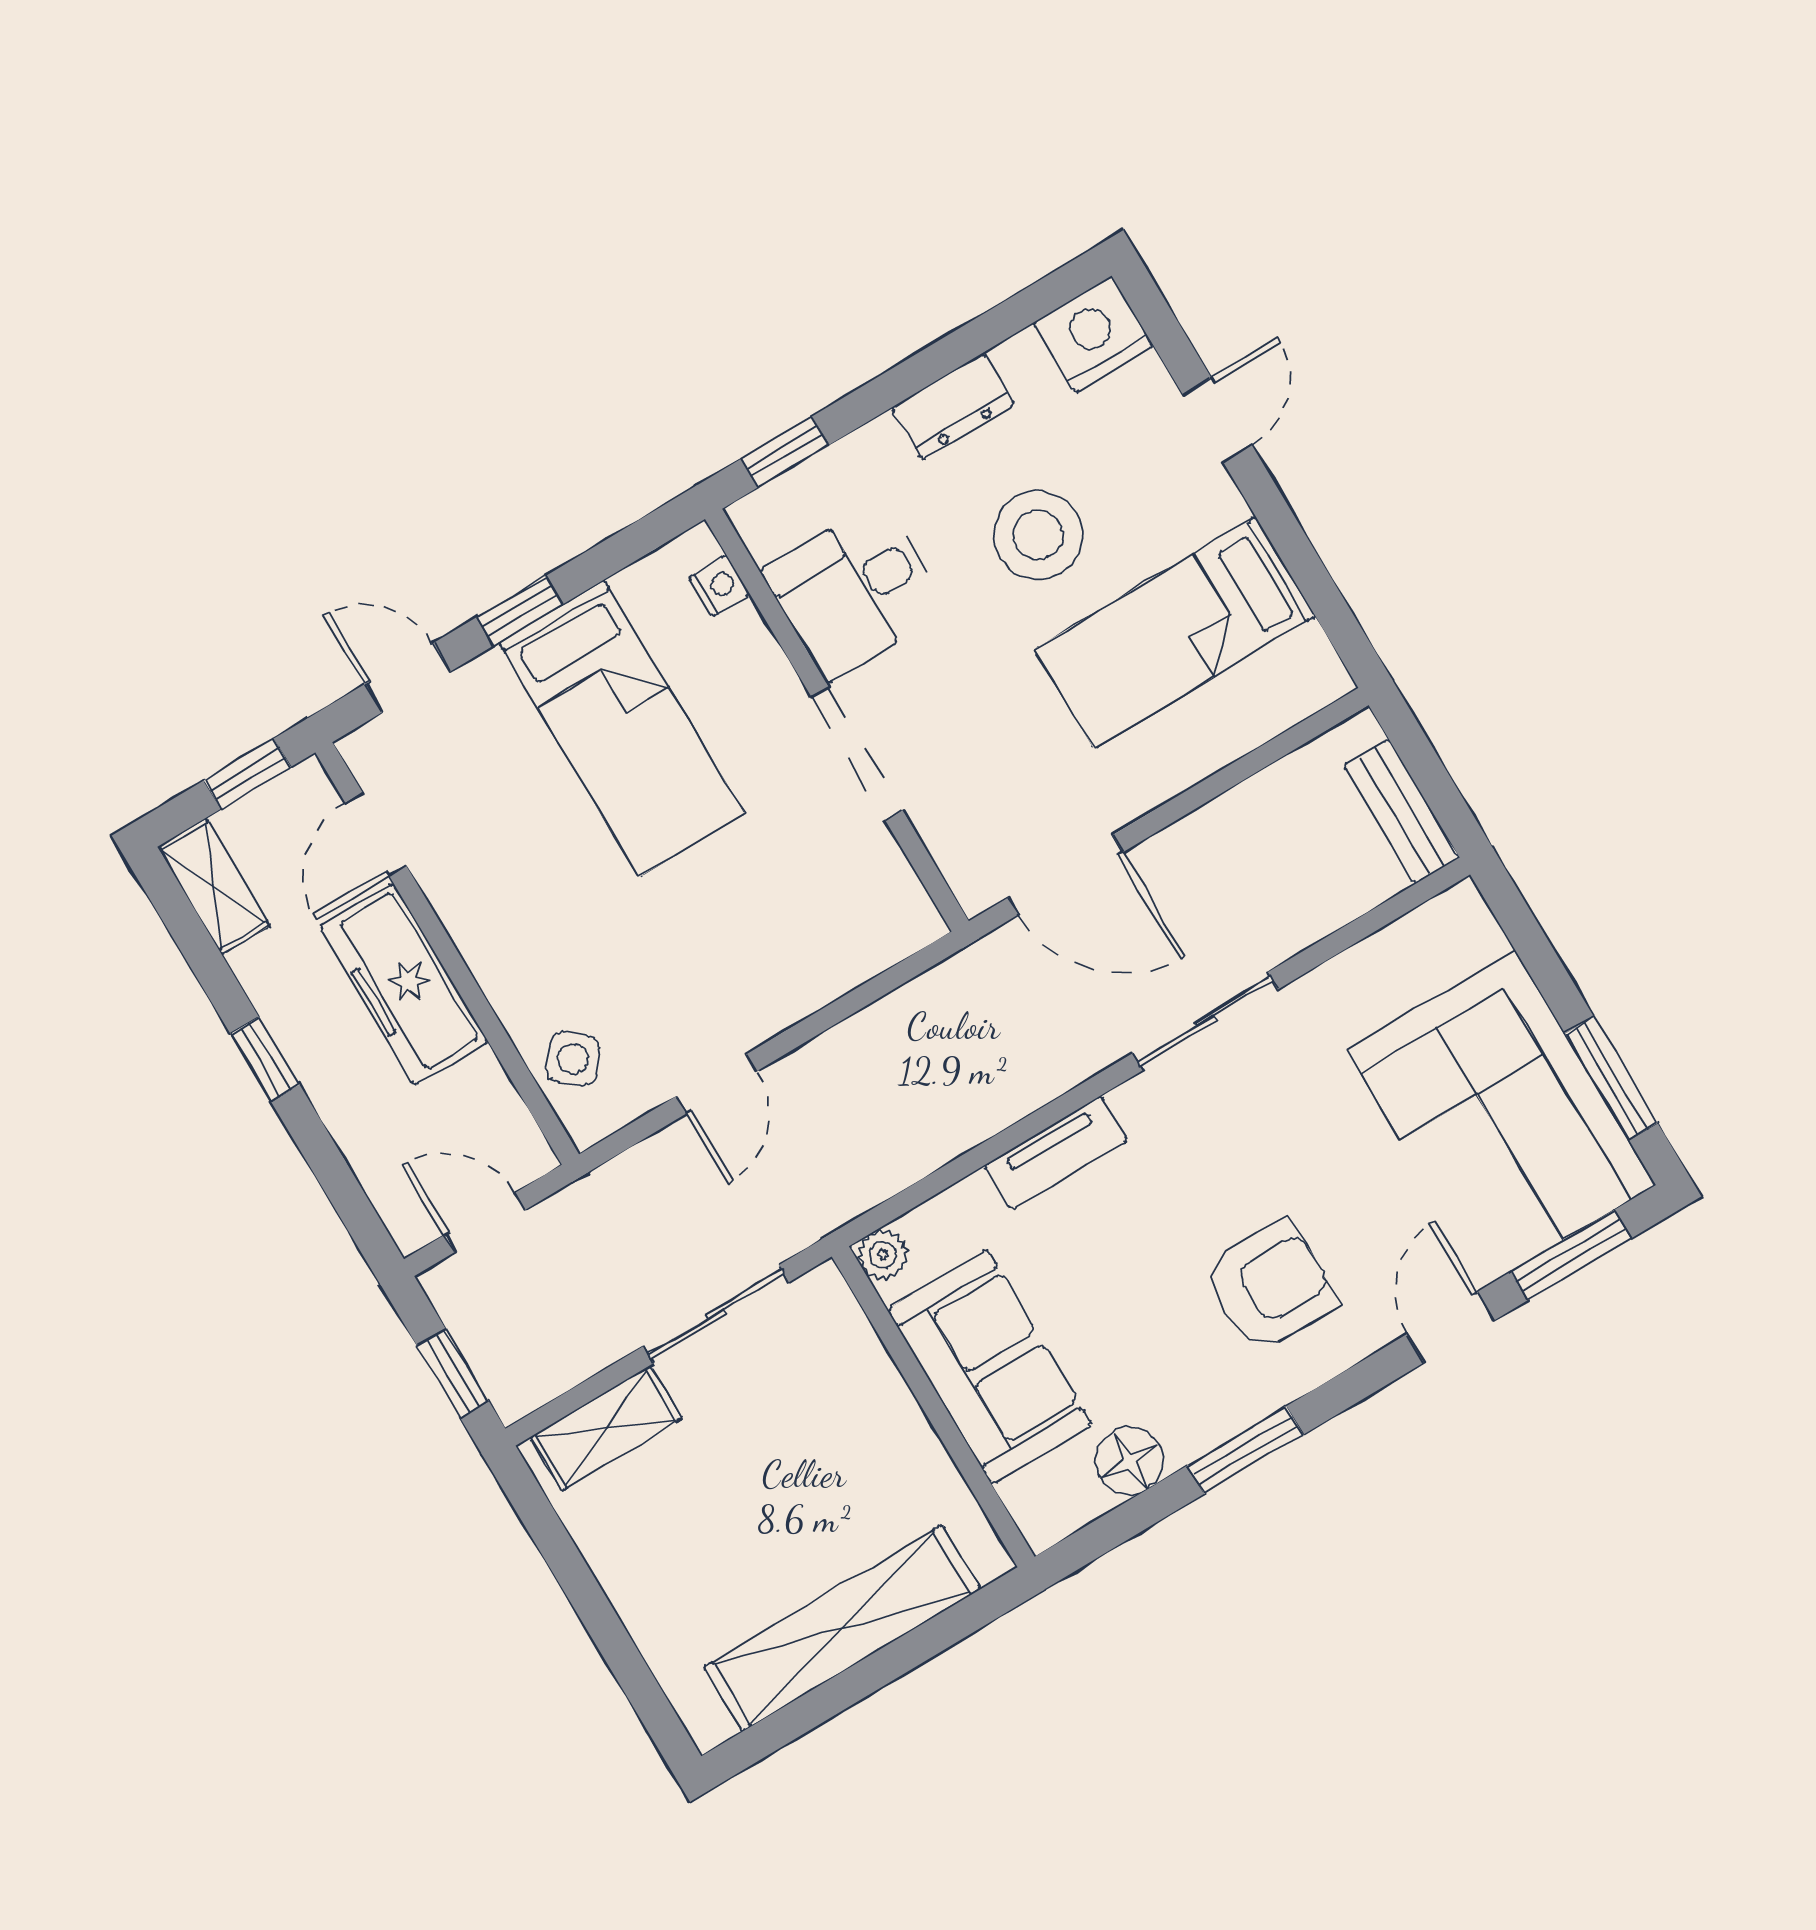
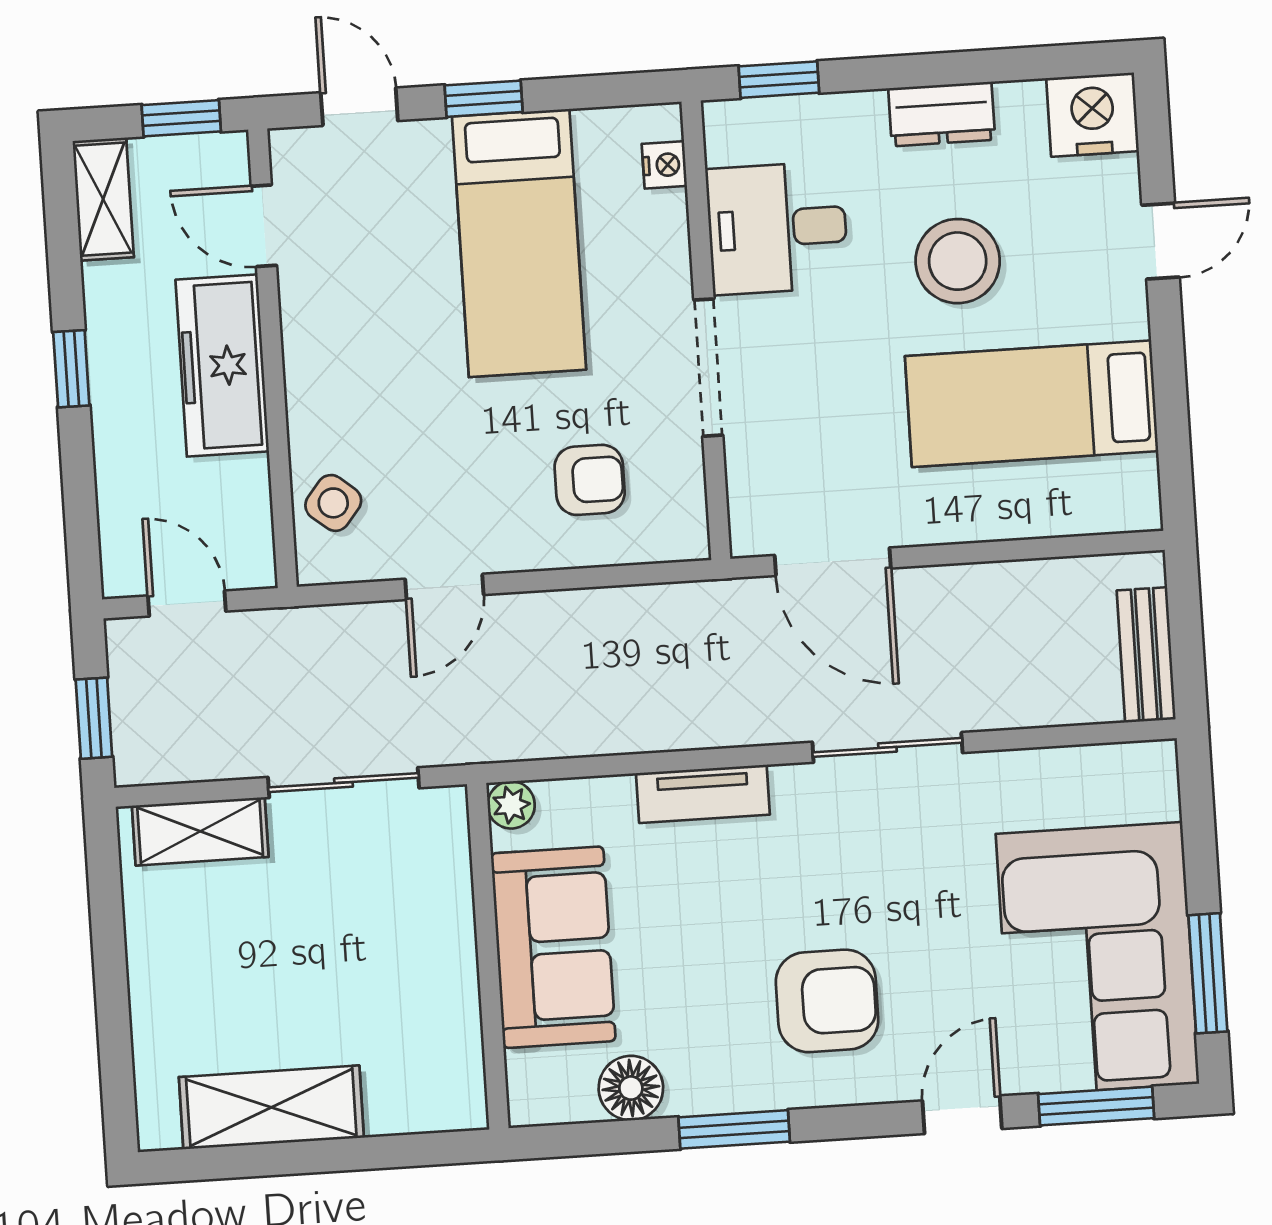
door: (376, 834) -> (264, 226), hinge flipped
armchair: (800, 915) -> (590, 480), added
shelving: (842, 1628) -> (271, 1107), width x0.68

